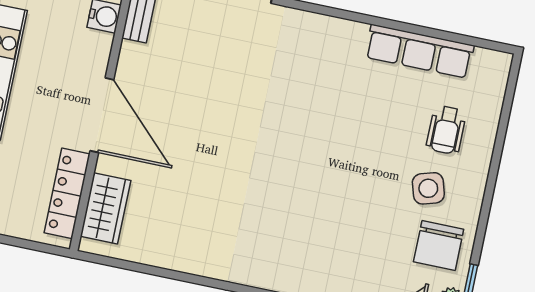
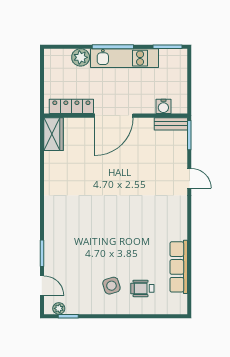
wardrobe: (106, 208) -> (53, 134), moved, turned -90
chair: (439, 246) -> (84, 297), removed

